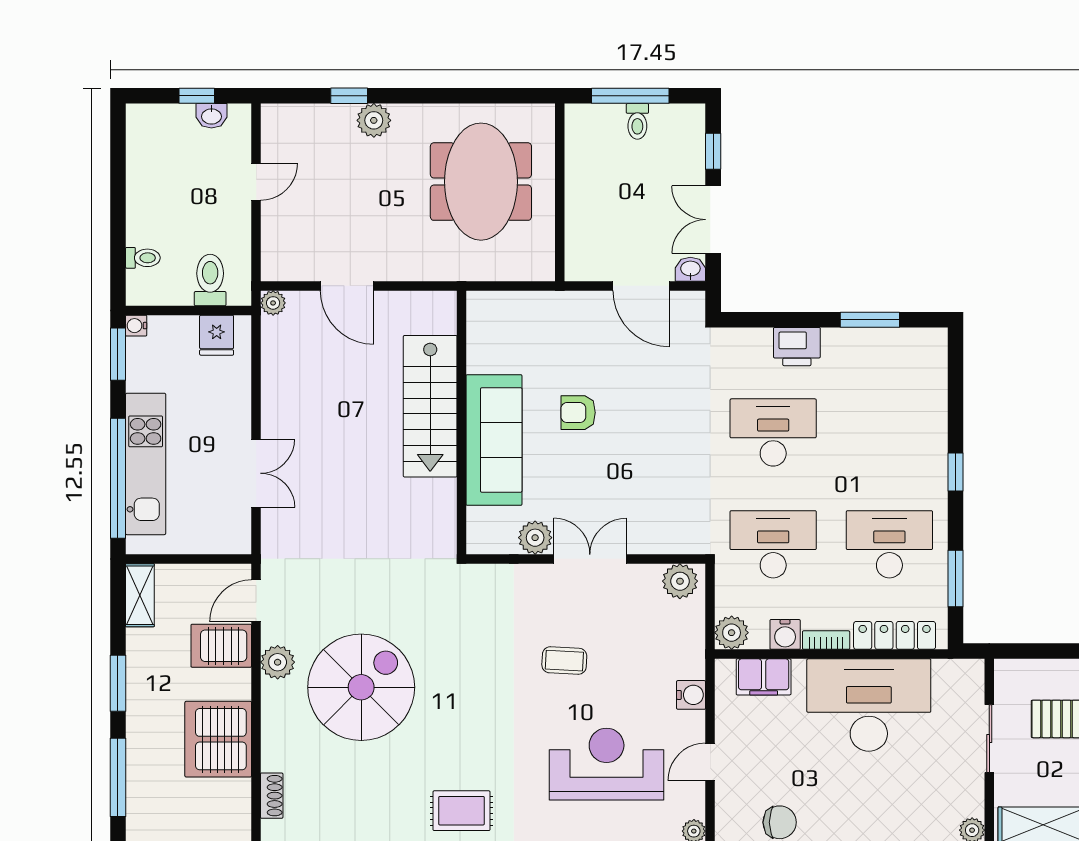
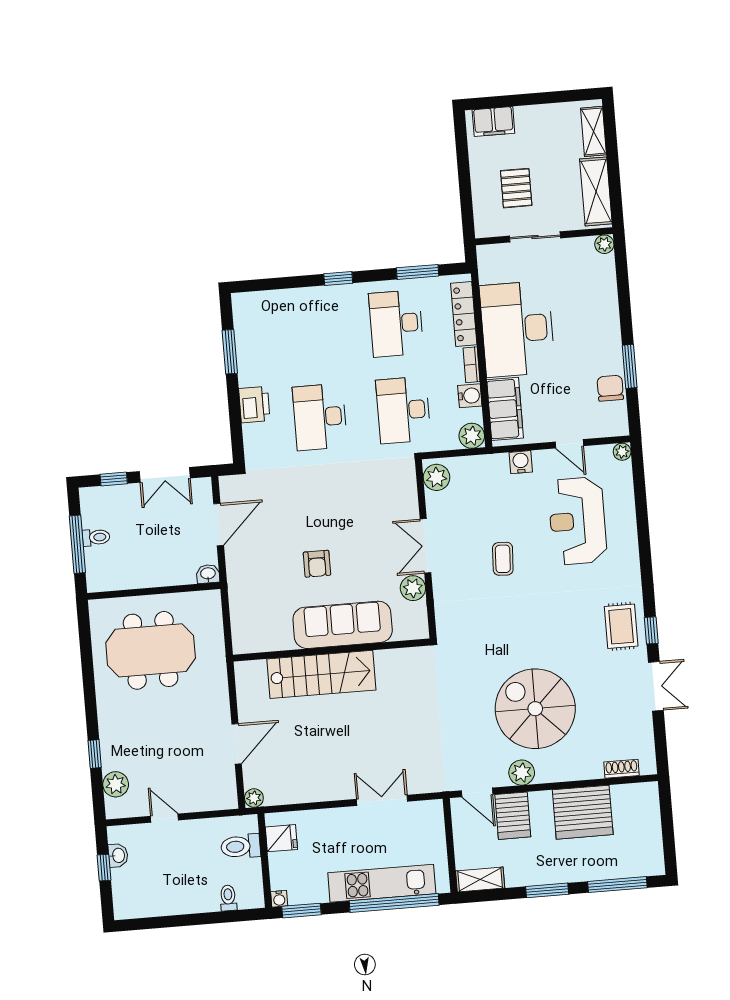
plant: (374, 120) -> (116, 784), moved
washbasin: (690, 269) -> (208, 574), moved, turned 90
filing cabinet: (764, 677) -> (505, 409), width x1.50, depth x1.17

